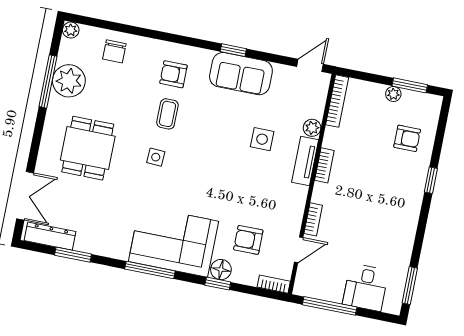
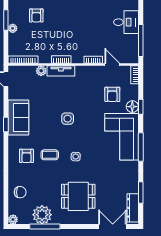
armchair: (407, 138) -> (36, 15), turned 180
side table: (262, 139) -> (68, 119), moved

